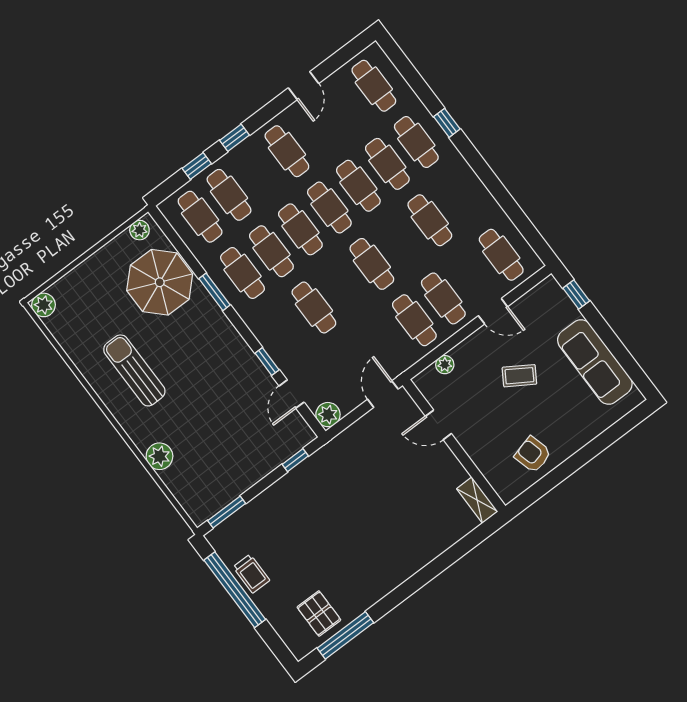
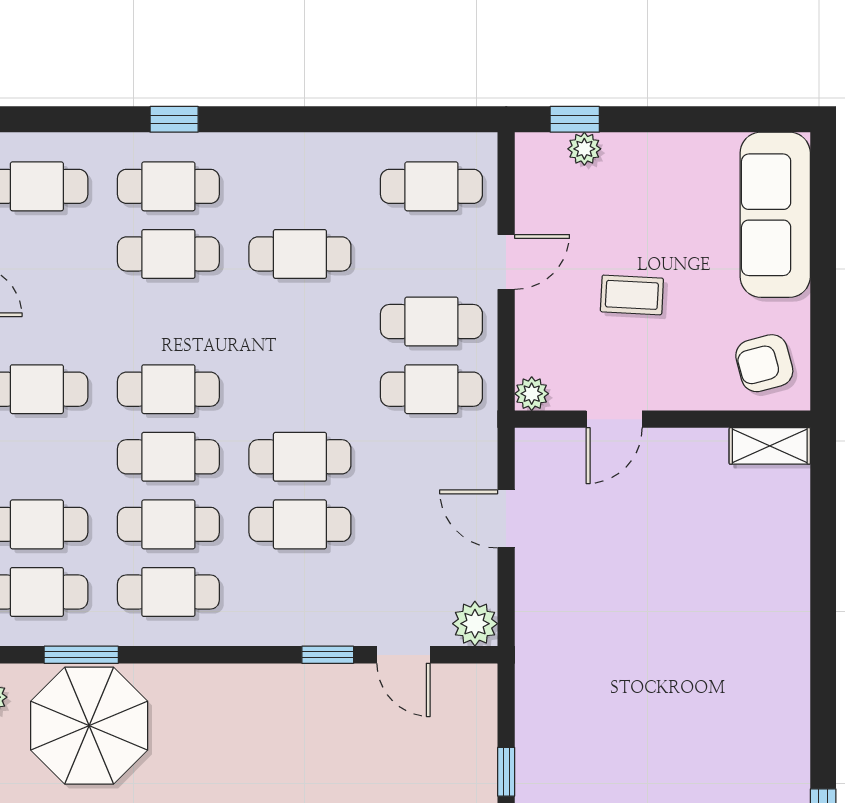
cafe table: (358, 186) -> (168, 322), removed
cafe table: (372, 264) -> (300, 457), moved
window: (215, 292) -> (81, 655), moved
plant: (567, 308) -> (584, 149), added
sofa: (595, 362) -> (775, 215), moved, turned 90
coffee table: (519, 376) -> (632, 295), turned 61
door: (438, 425) -> (614, 419), moved
wall: (454, 446) -> (662, 419), moved
window: (295, 460) -> (506, 772), moved
shelving: (477, 500) -> (770, 446), moved

